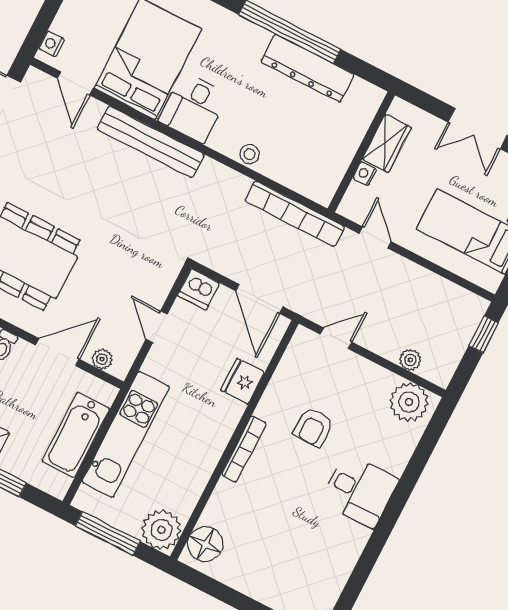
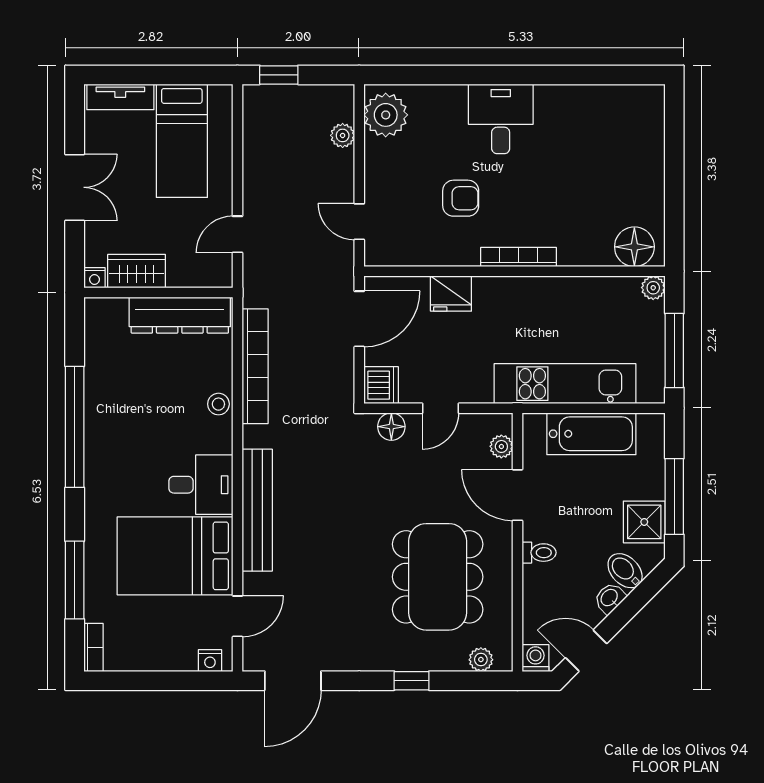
dresser: (308, 68) -> (180, 315), moved, turned 90
nightstand: (365, 174) -> (94, 278), moved
bookcase: (295, 214) -> (255, 366), moved
floor lamp: (162, 281) -> (391, 427), added
plant: (161, 530) -> (653, 288), width x0.53, depth x0.53

